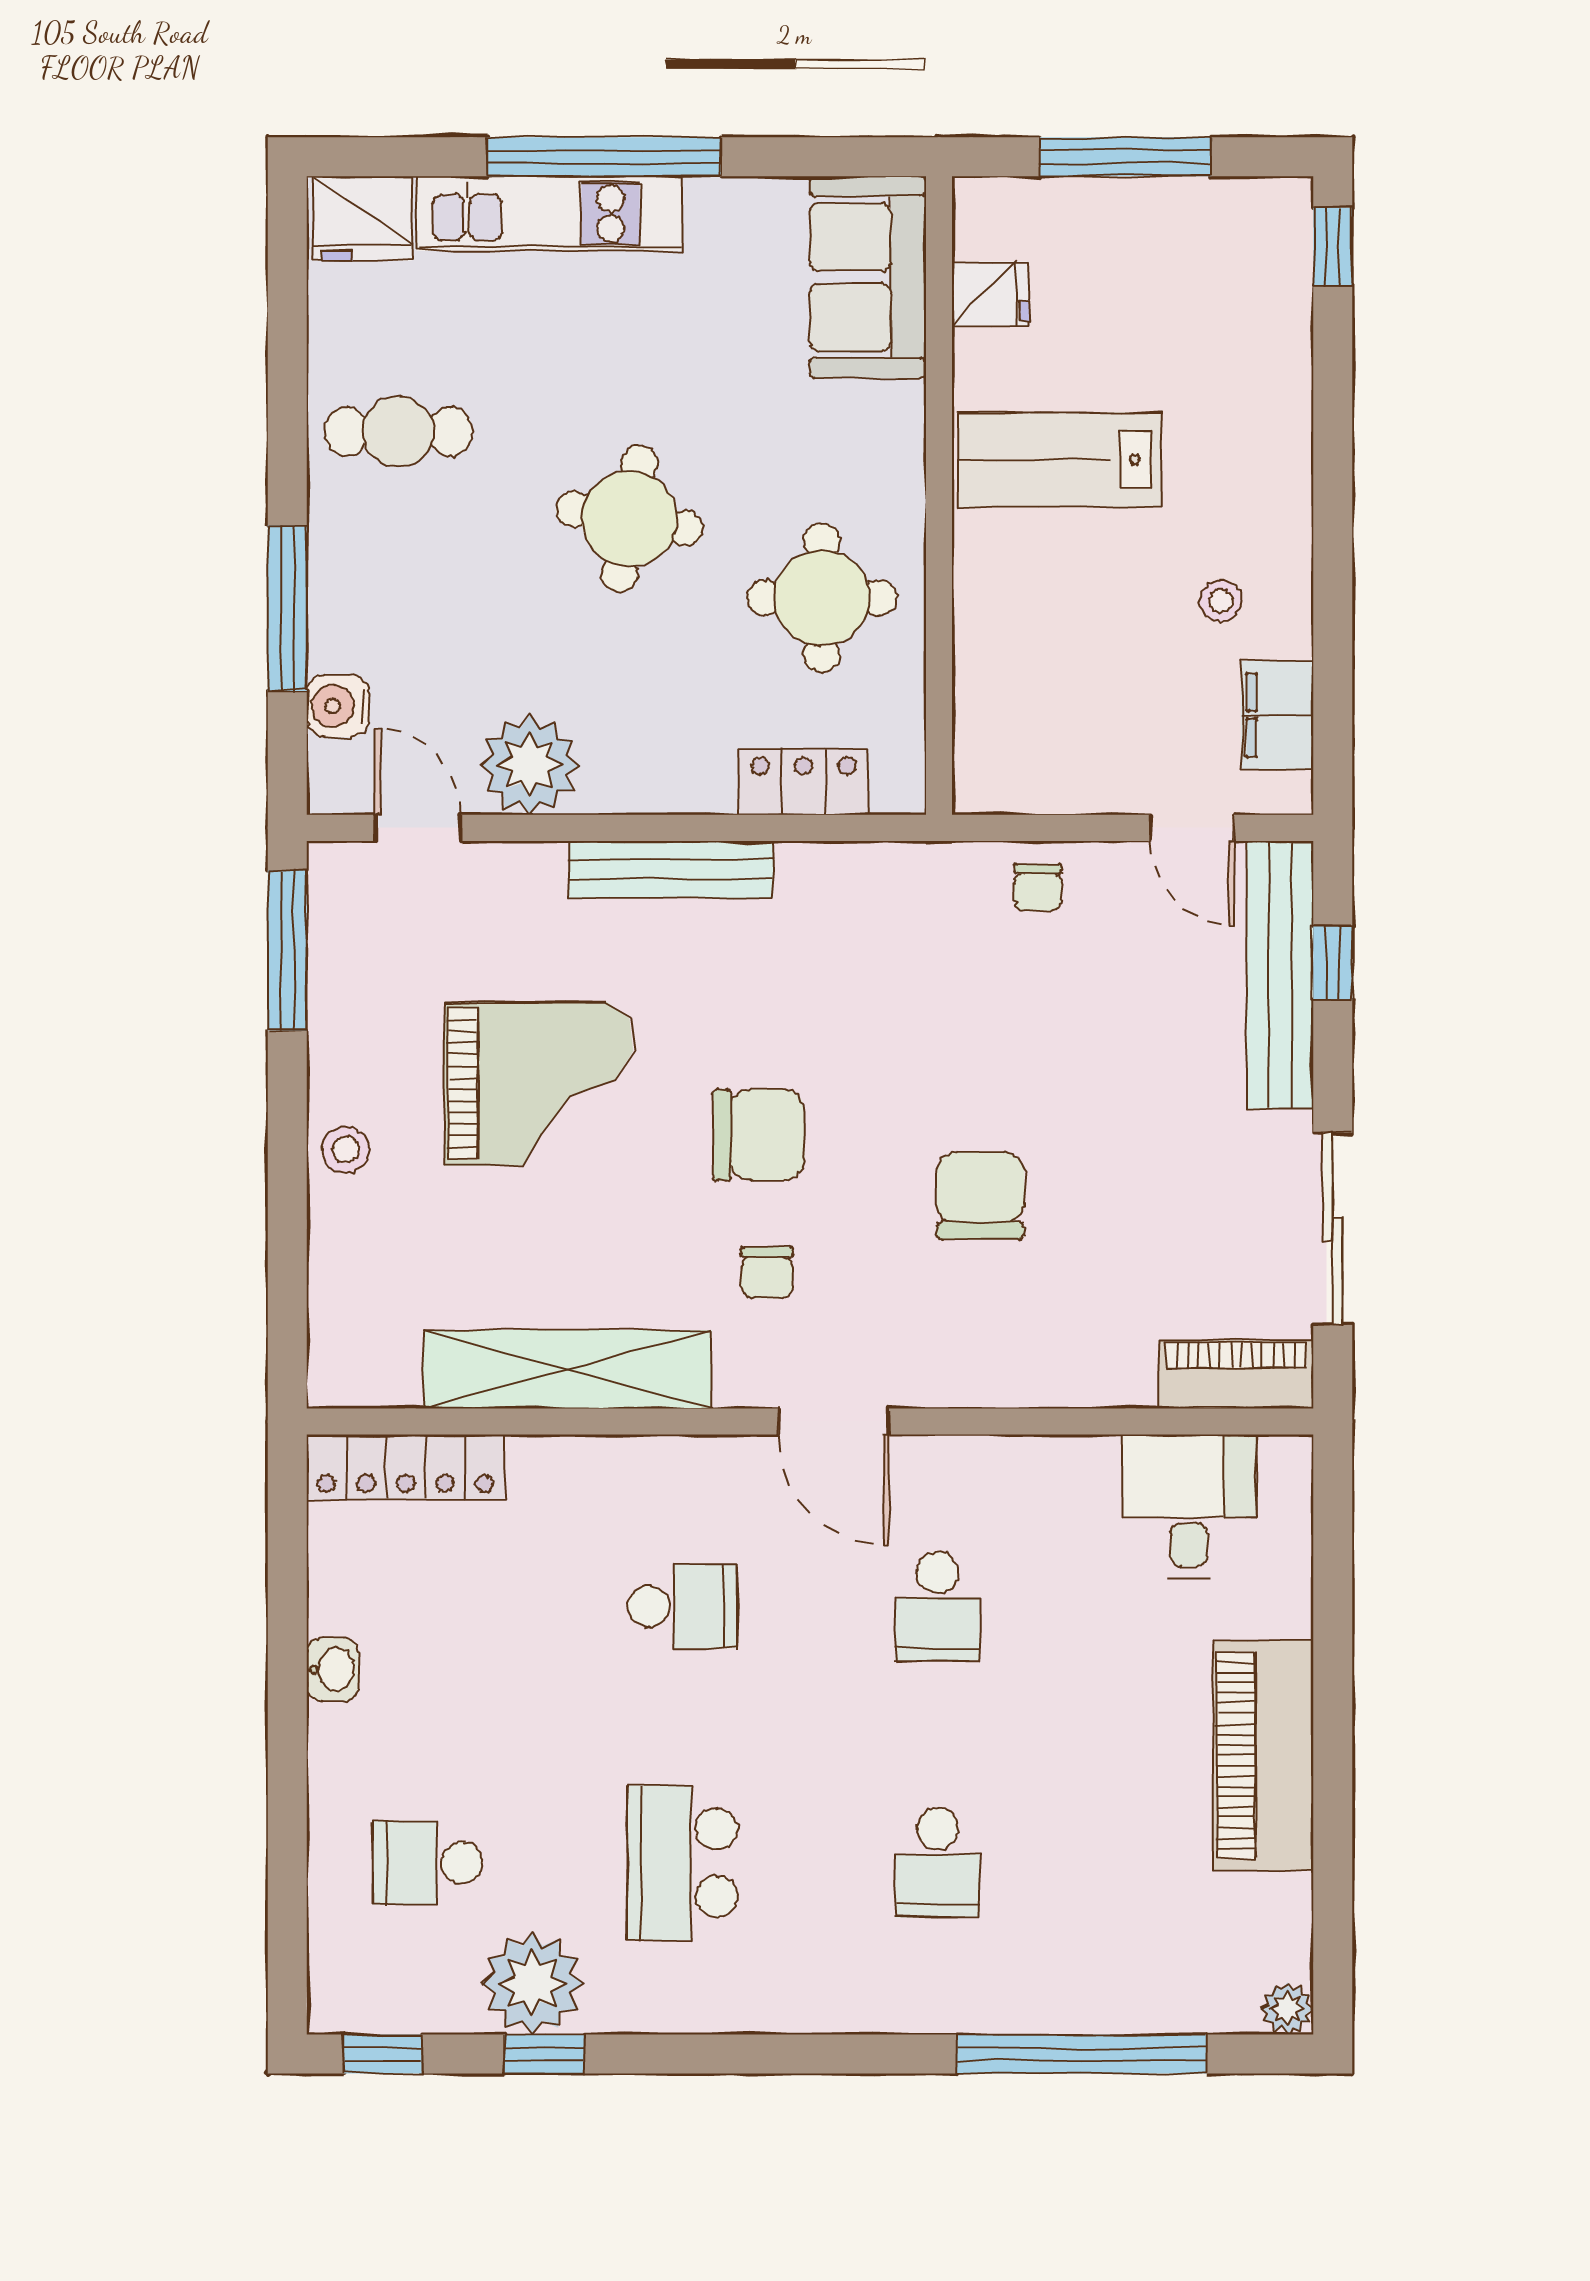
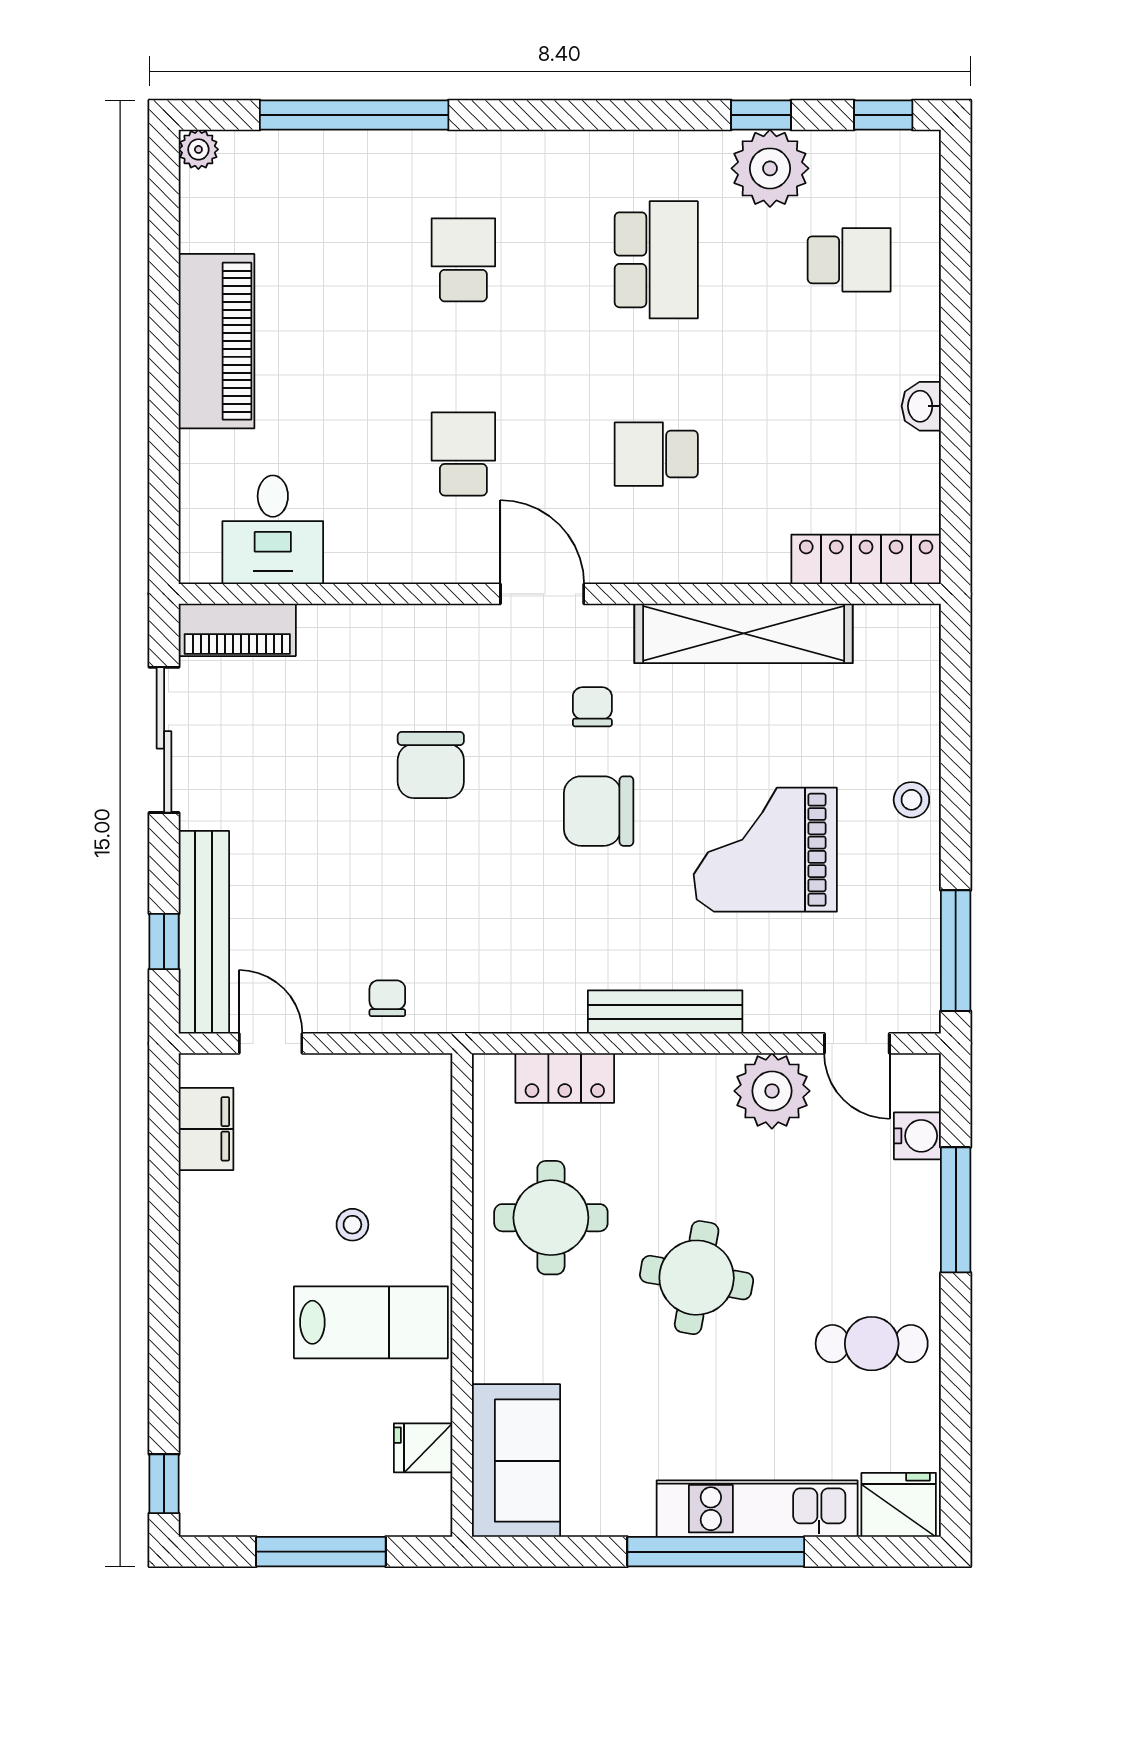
stool: (1221, 601) -> (352, 1225), moved

